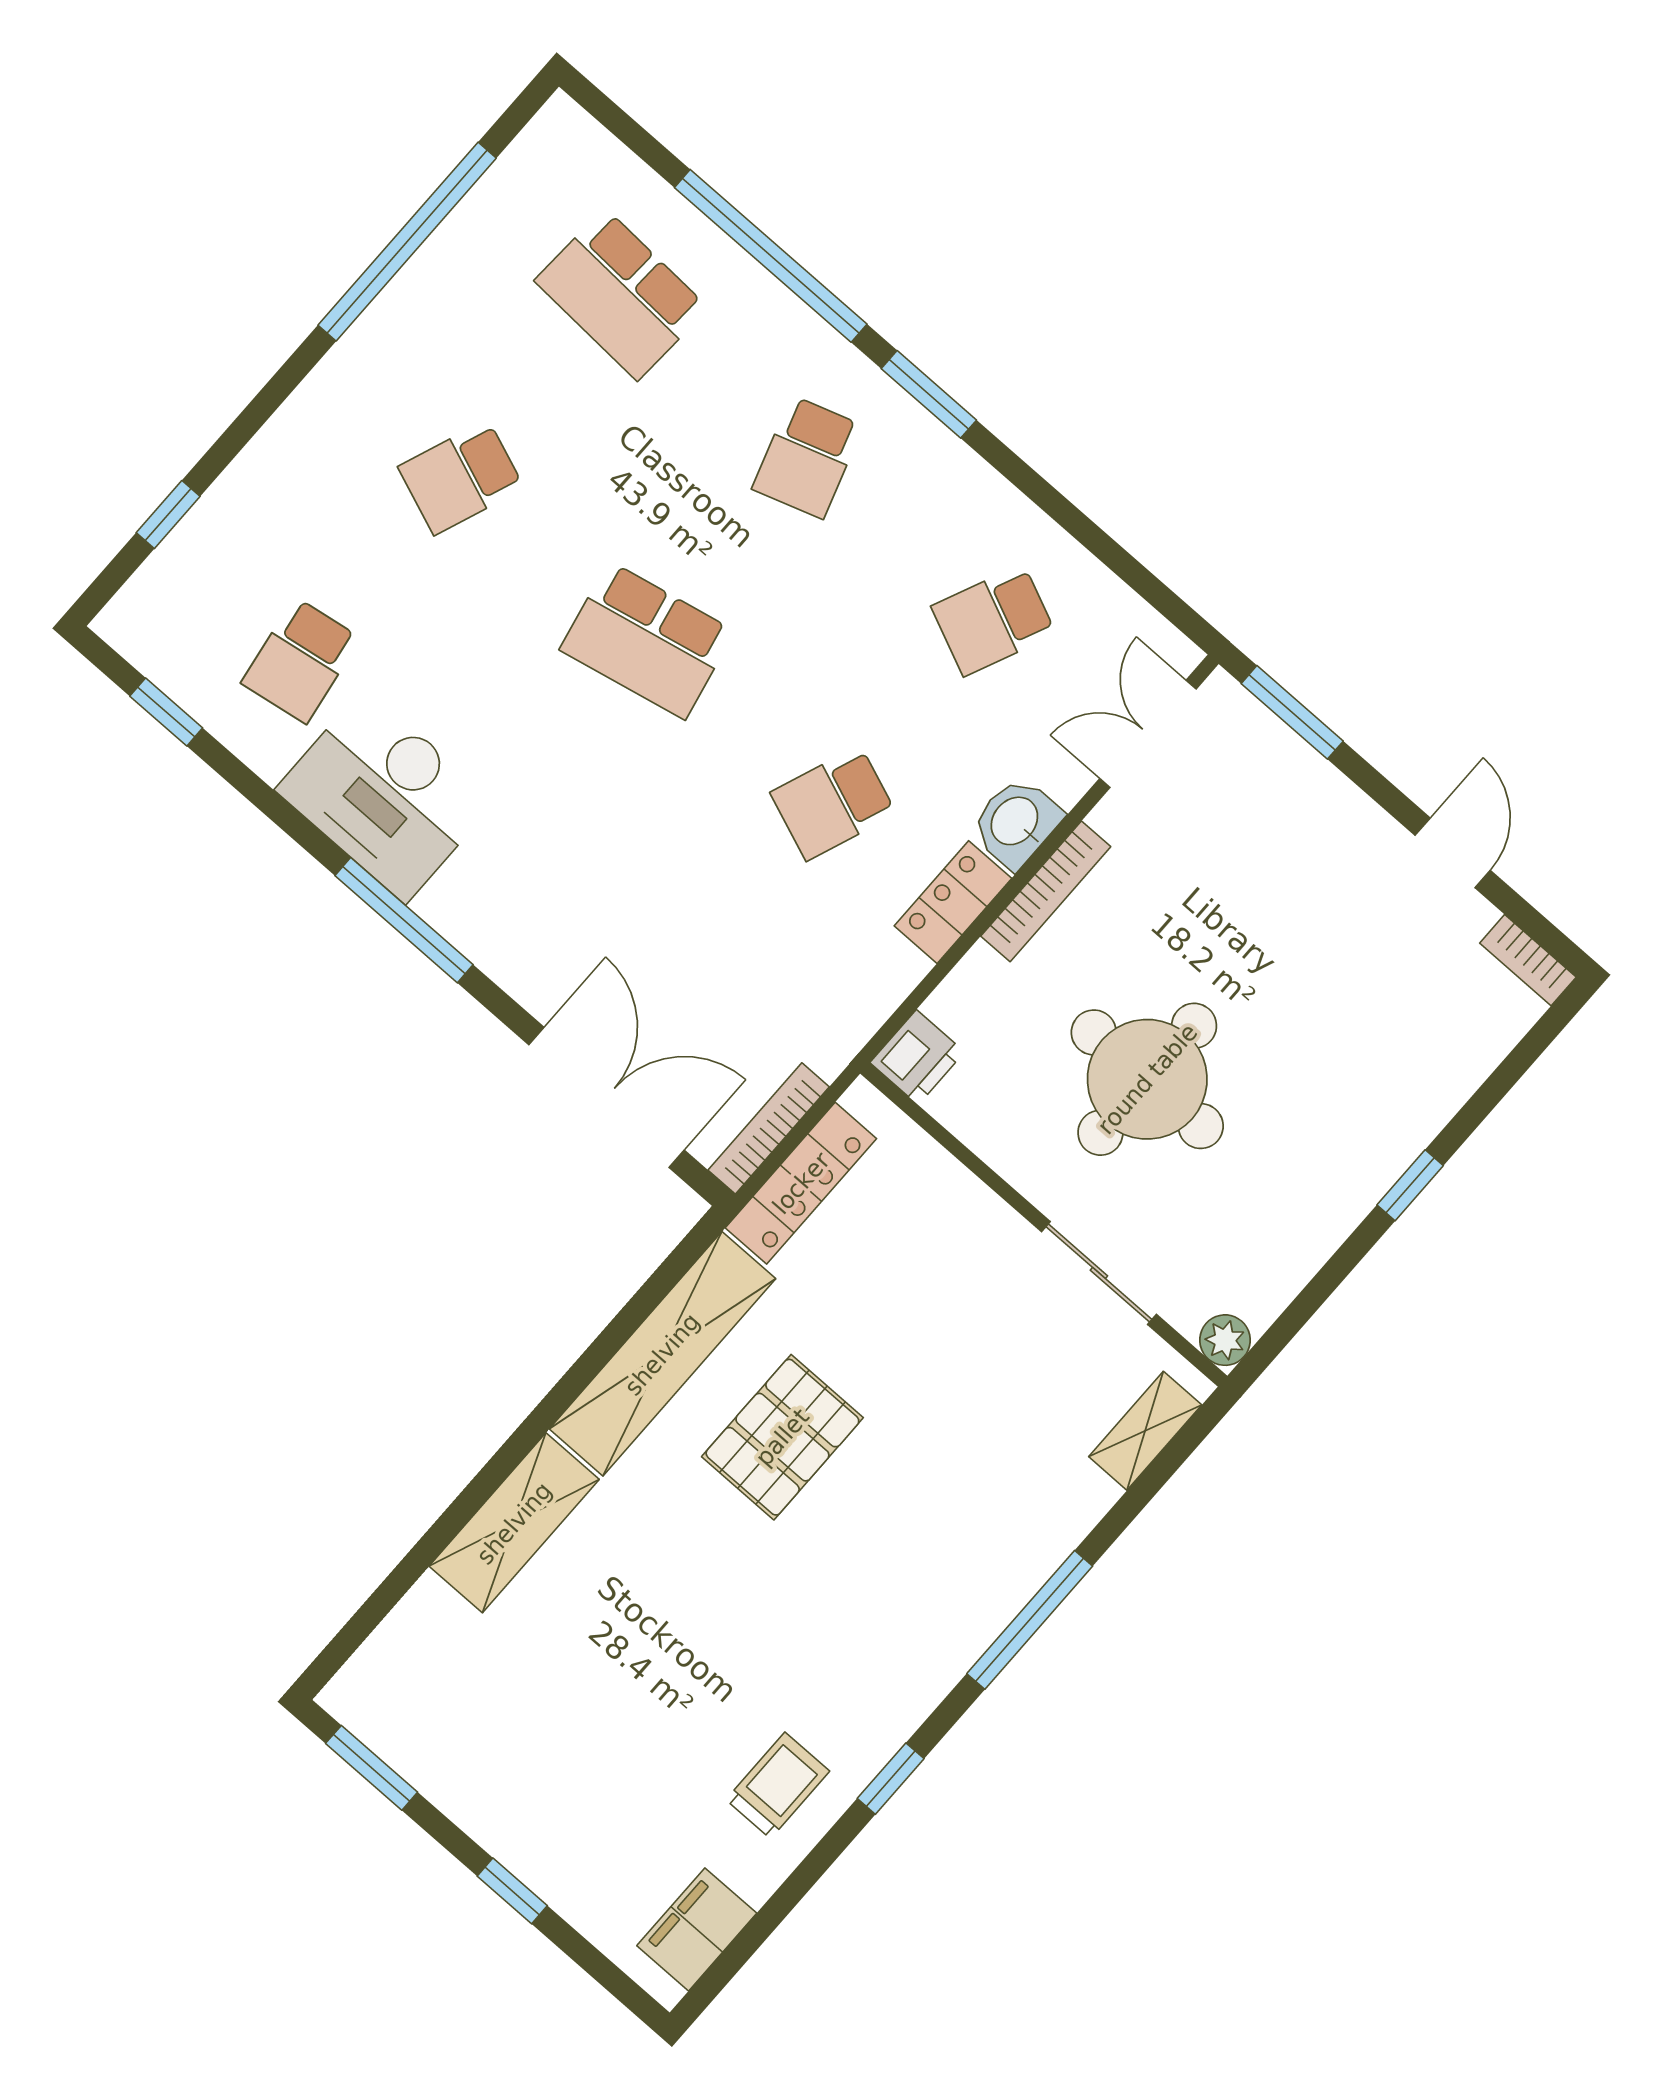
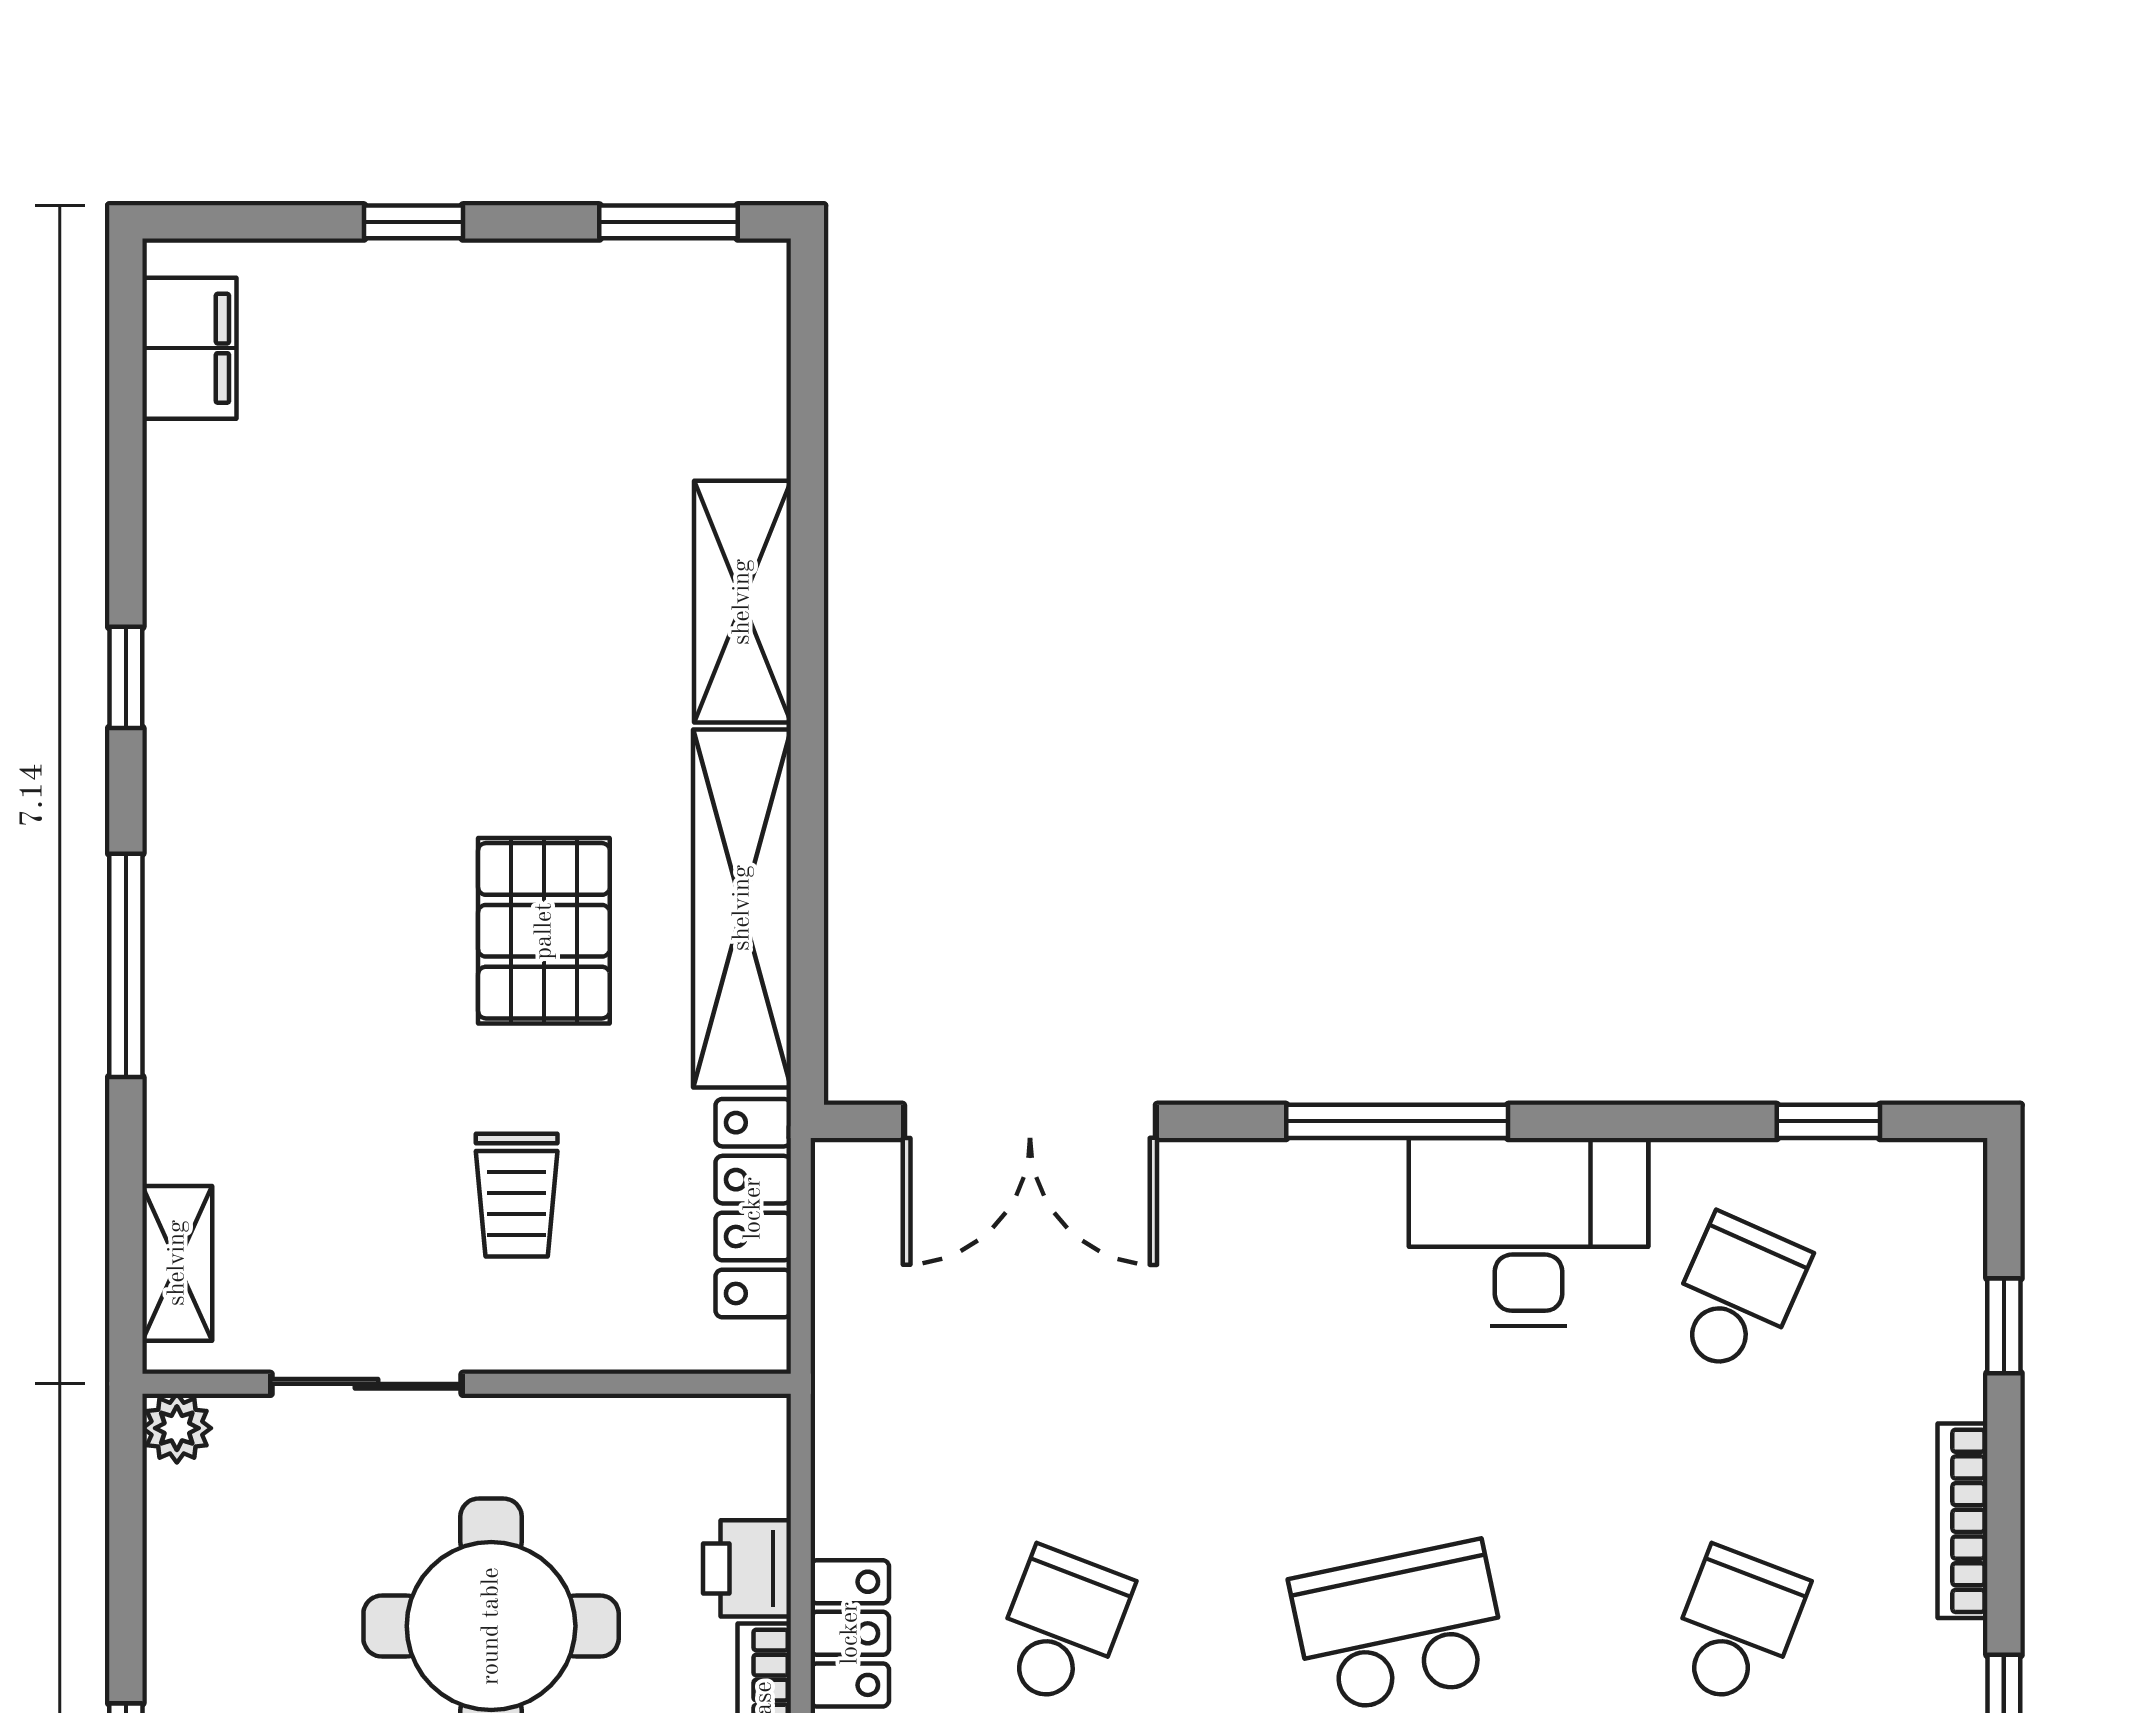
school desk: (301, 660) -> (1737, 1295), turned 33
printer: (917, 1057) -> (747, 1568), moved
bookcase: (769, 1128) -> (1962, 1521), moved, turned 180
trolley: (778, 1785) -> (517, 1195), moved

